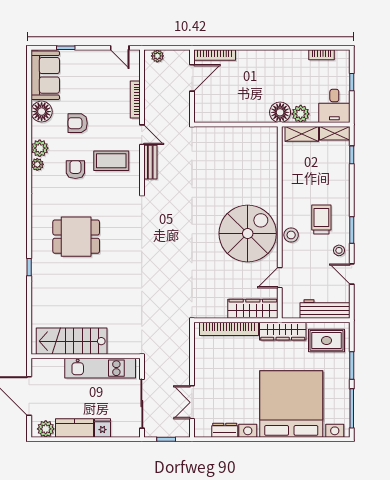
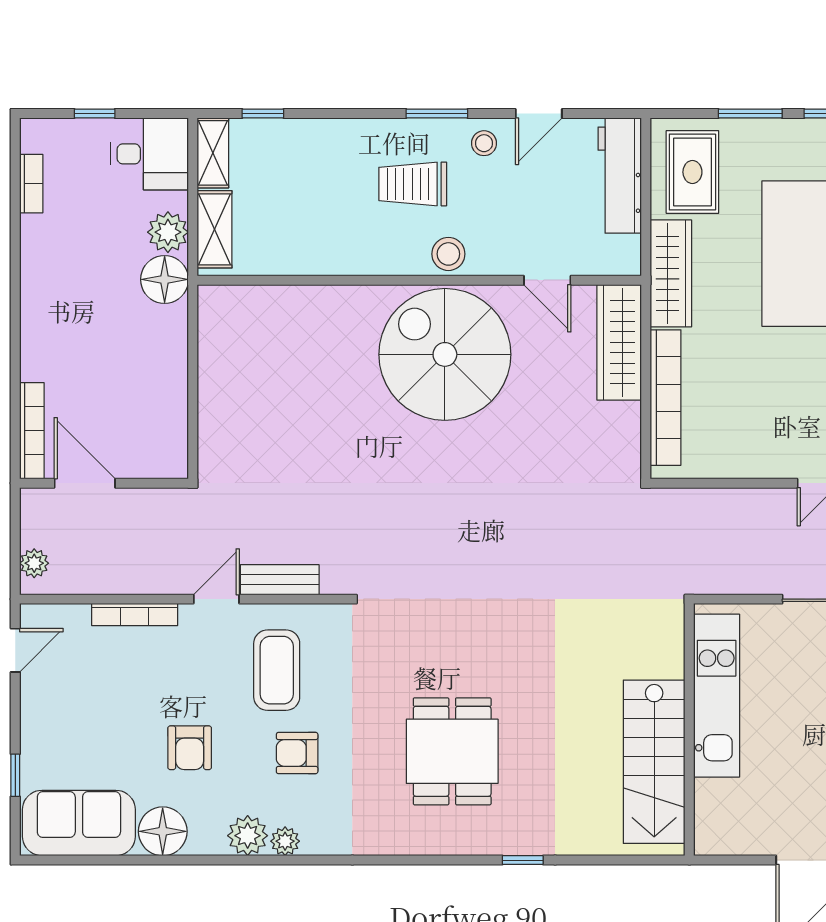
stairs: (72, 341) -> (654, 762), moved
wall: (86, 356) -> (689, 730), moved
kitchen unit: (100, 368) -> (717, 696), moved

